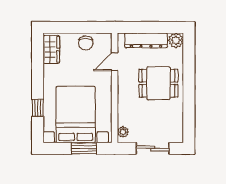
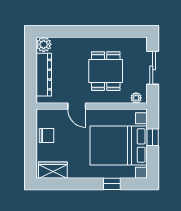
door: (115, 62) -> (77, 106), moved
dining table: (158, 83) -> (106, 71), moved
window: (84, 148) -> (153, 137), width x0.67

